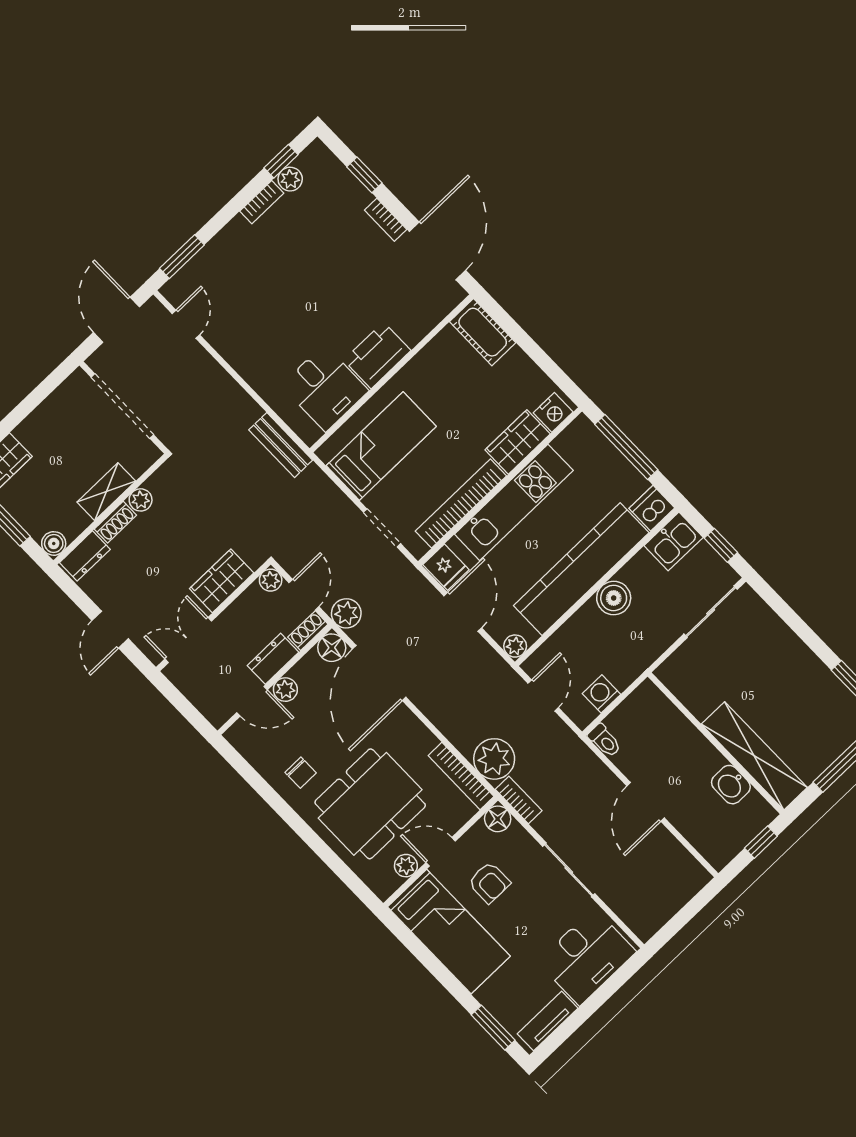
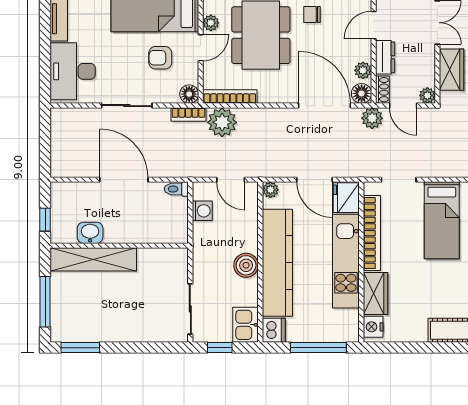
fridge: (446, 567) -> (346, 198), width x1.38
plant: (285, 690) -> (363, 70), moved
door: (646, 802) -> (124, 180), width x1.36

